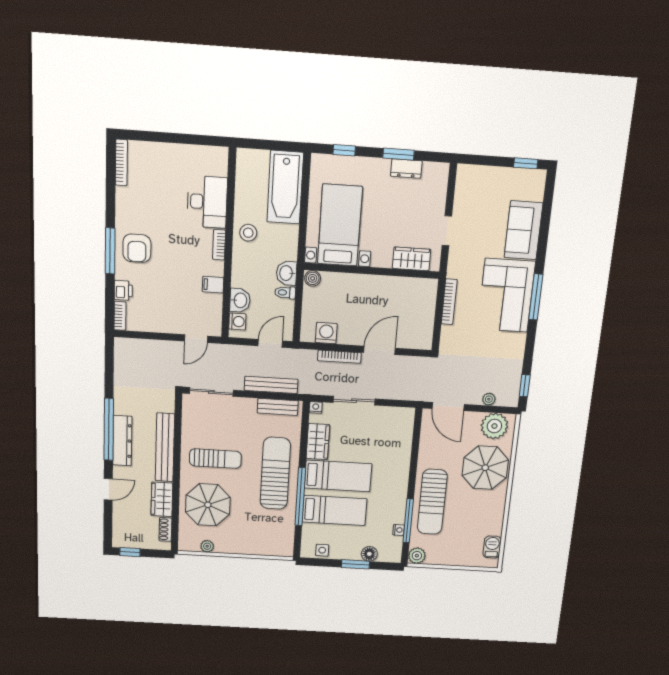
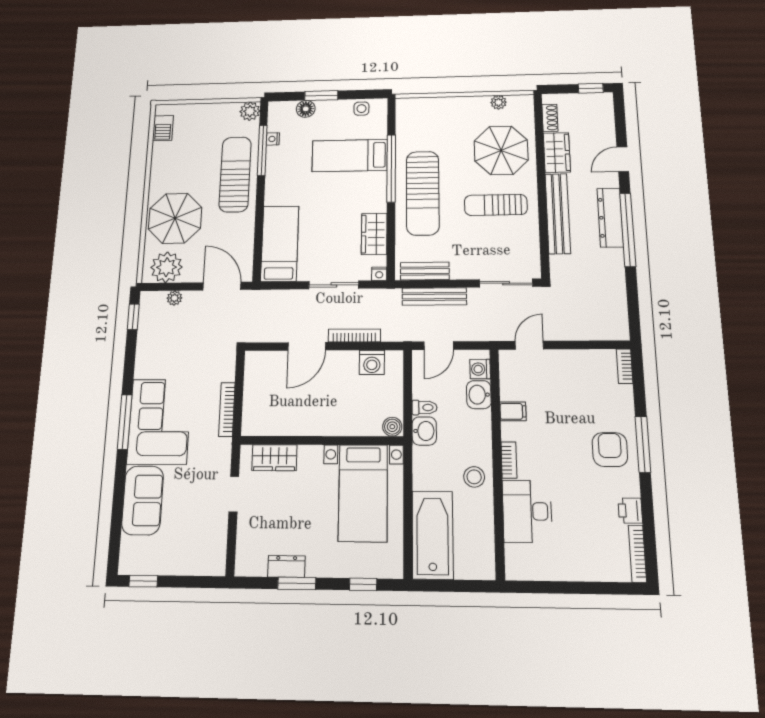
printer: (123, 290) -> (630, 511), moved
bed: (338, 476) -> (280, 244), moved, turned 90

